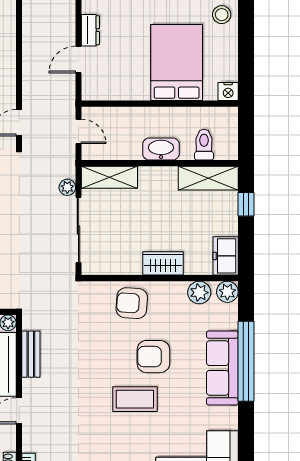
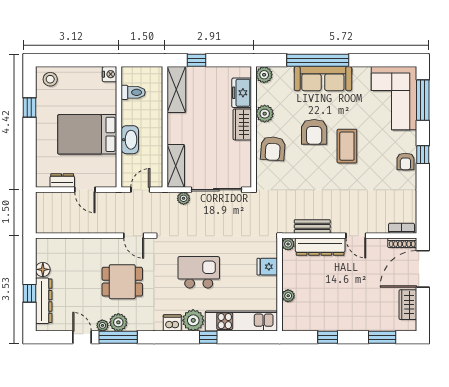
bed: (177, 63) -> (87, 134), moved
toilet: (204, 145) -> (133, 92), moved, turned 180
washbasin: (161, 149) -> (130, 140), moved, turned 180
freezer: (226, 256) -> (242, 93), moved, turned 90
plant: (199, 293) -> (265, 114), moved

